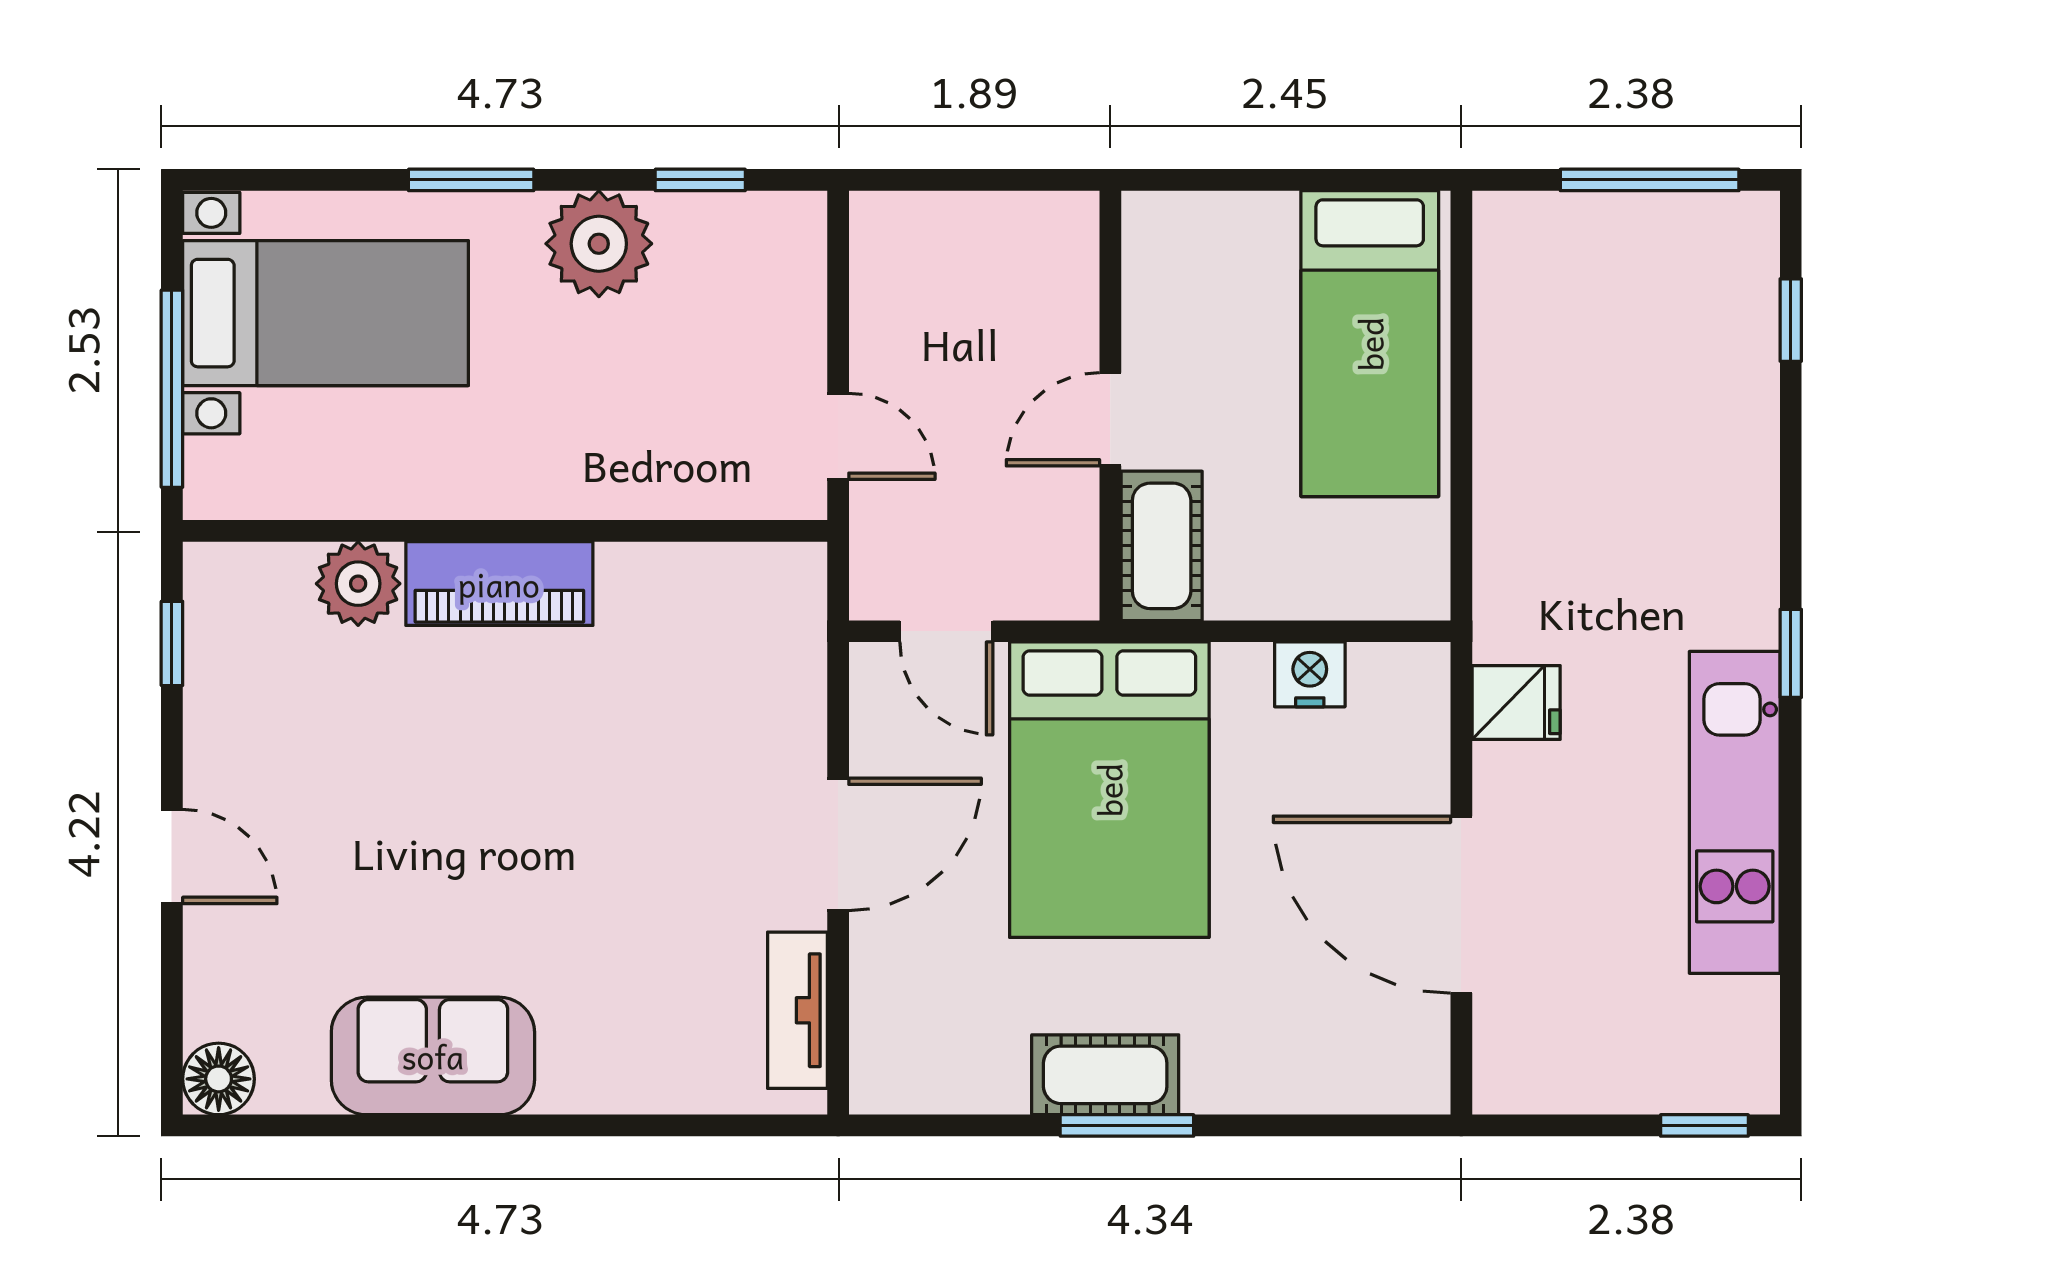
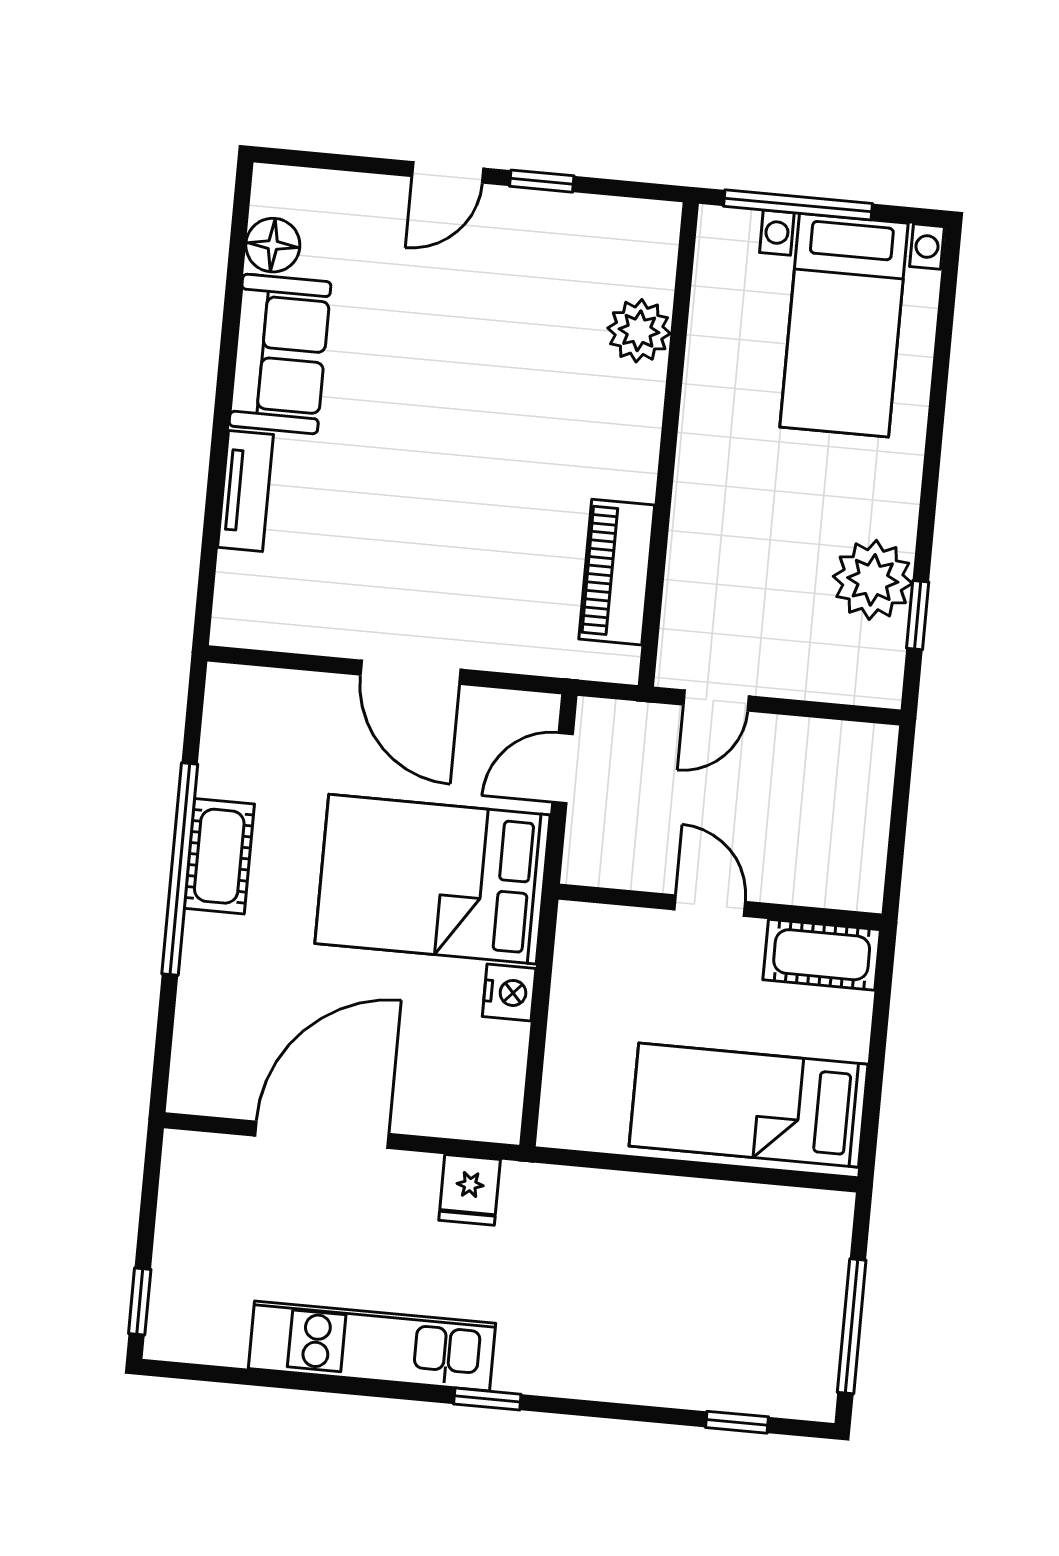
window: (471, 180) -> (934, 443), removed
plant: (599, 244) -> (873, 580), moved
cot: (1162, 546) -> (822, 955), moved
piano: (499, 584) -> (617, 572), moved
window: (172, 643) -> (542, 181), moved
nightstand: (1310, 674) -> (509, 993), moved
tv unit: (797, 1010) -> (246, 491), moved, turned 90
floor lamp: (219, 1079) -> (273, 245), moved
window: (1127, 1125) -> (180, 869), width x2.11

